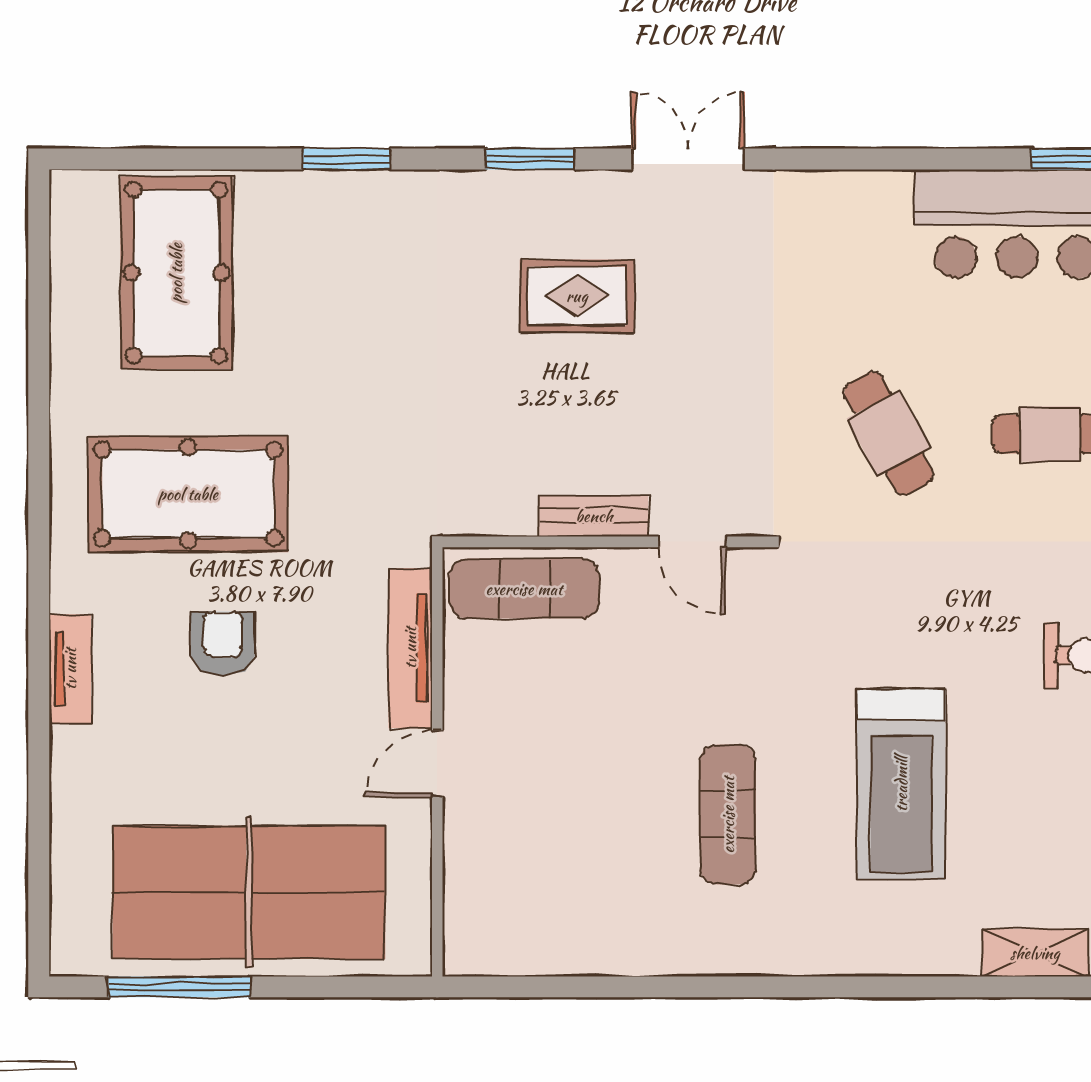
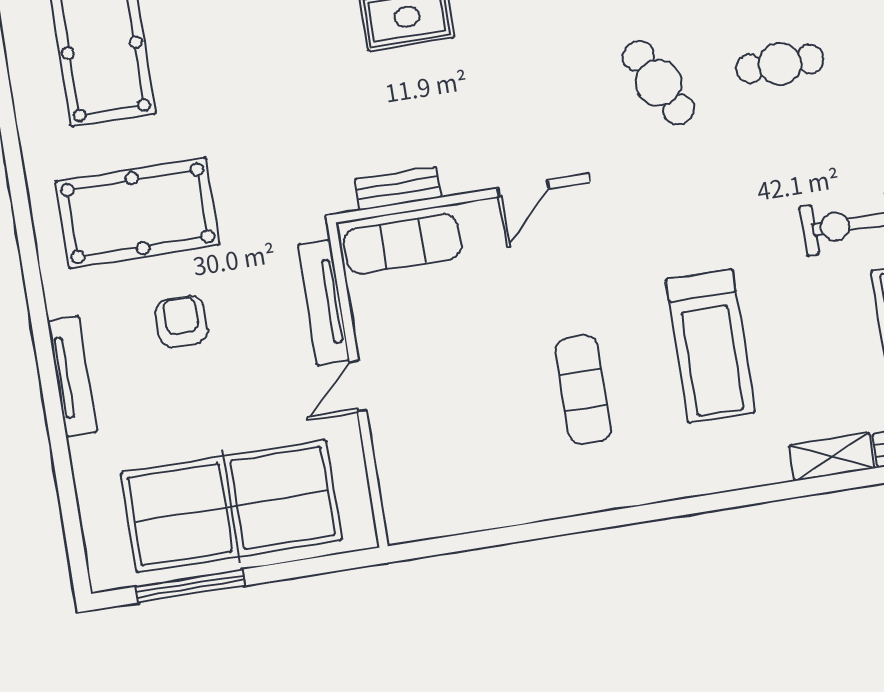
bench: (594, 516) -> (398, 188), moved
door: (692, 542) -> (523, 188), hinge flipped
tv unit: (70, 669) -> (72, 376), width x1.41

